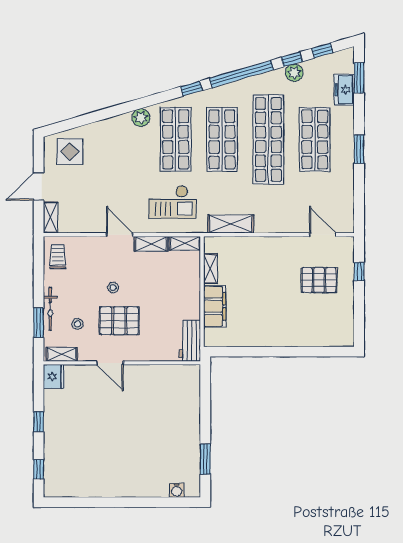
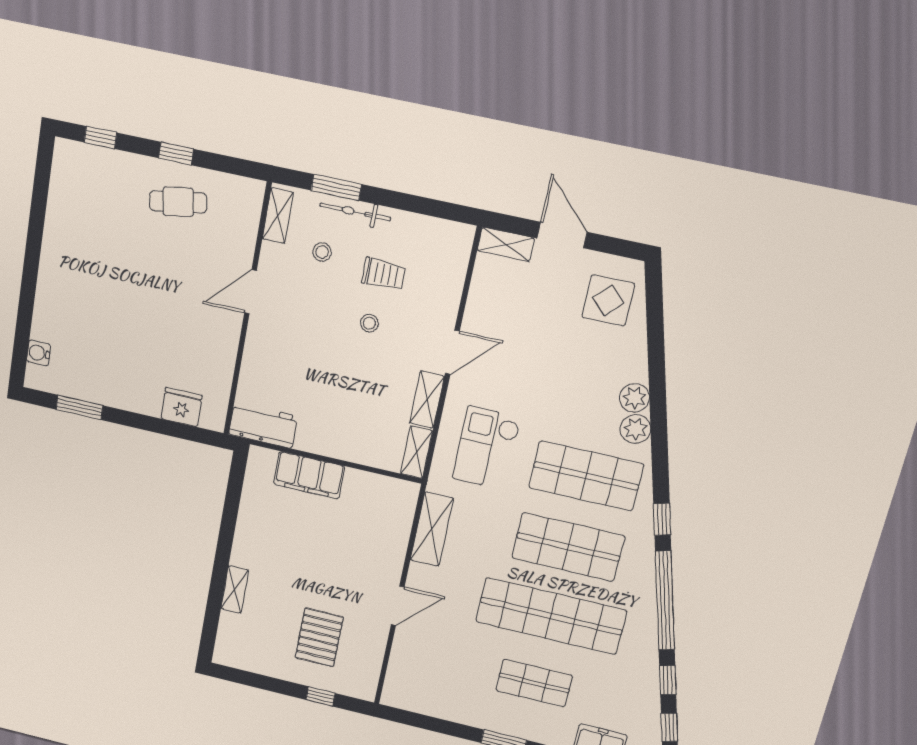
plant: (294, 73) -> (635, 398), moved
shop shelf: (315, 139) -> (534, 683), width x0.70, depth x0.74
door: (323, 235) -> (398, 606), moved
trolley: (58, 257) -> (384, 274), moved
shelving: (210, 269) -> (235, 589), moved, turned 90
pallet: (119, 321) -> (315, 321), removed
fridge: (54, 376) -> (182, 407), moved, turned 180
cafe table: (66, 416) -> (178, 202), added

